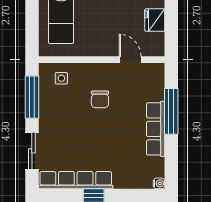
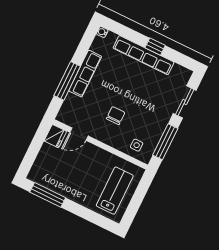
fridge: (155, 20) -> (55, 136), moved
door: (130, 60) -> (79, 134), hinge flipped
row of seats: (76, 180) -> (144, 55), moved

